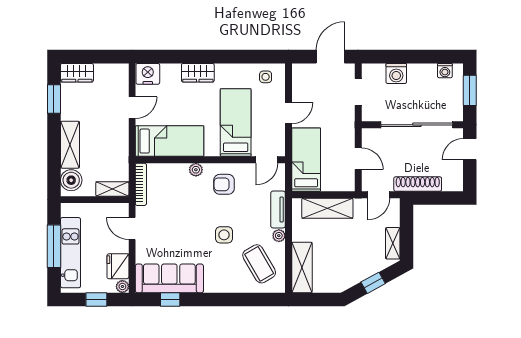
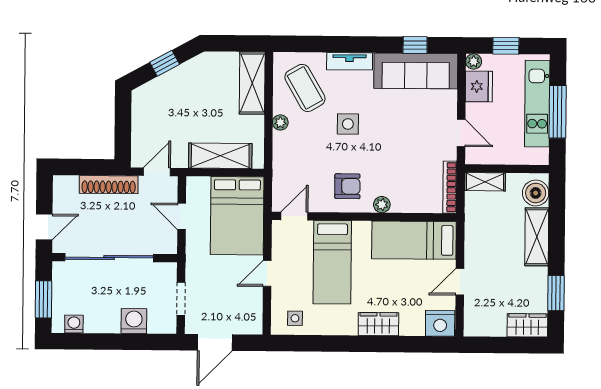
bed: (306, 160) -> (237, 216), width x1.50
tv unit: (278, 210) -> (350, 61), moved, turned 90
shelving: (393, 243) -> (140, 112), removed

